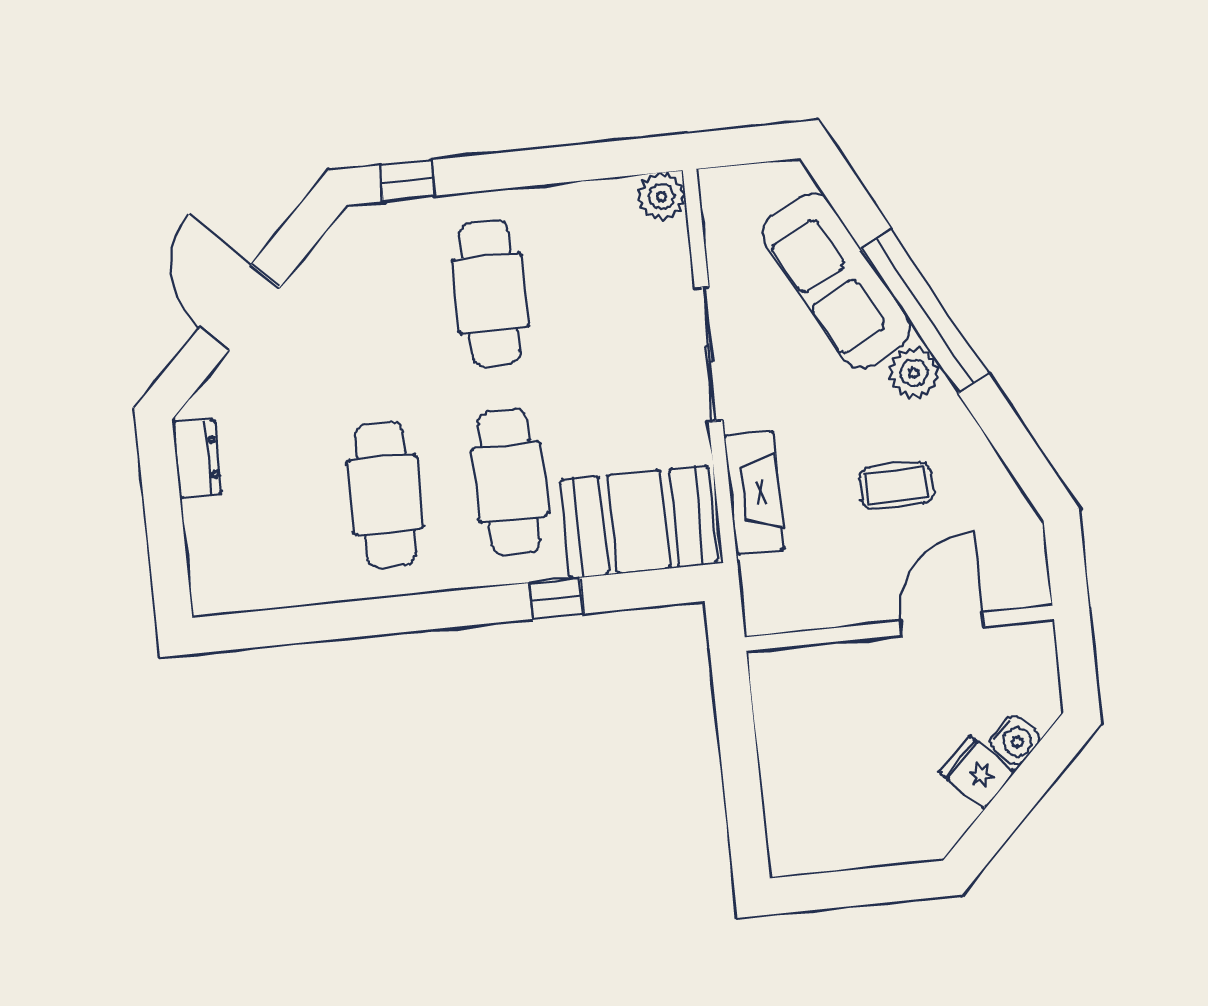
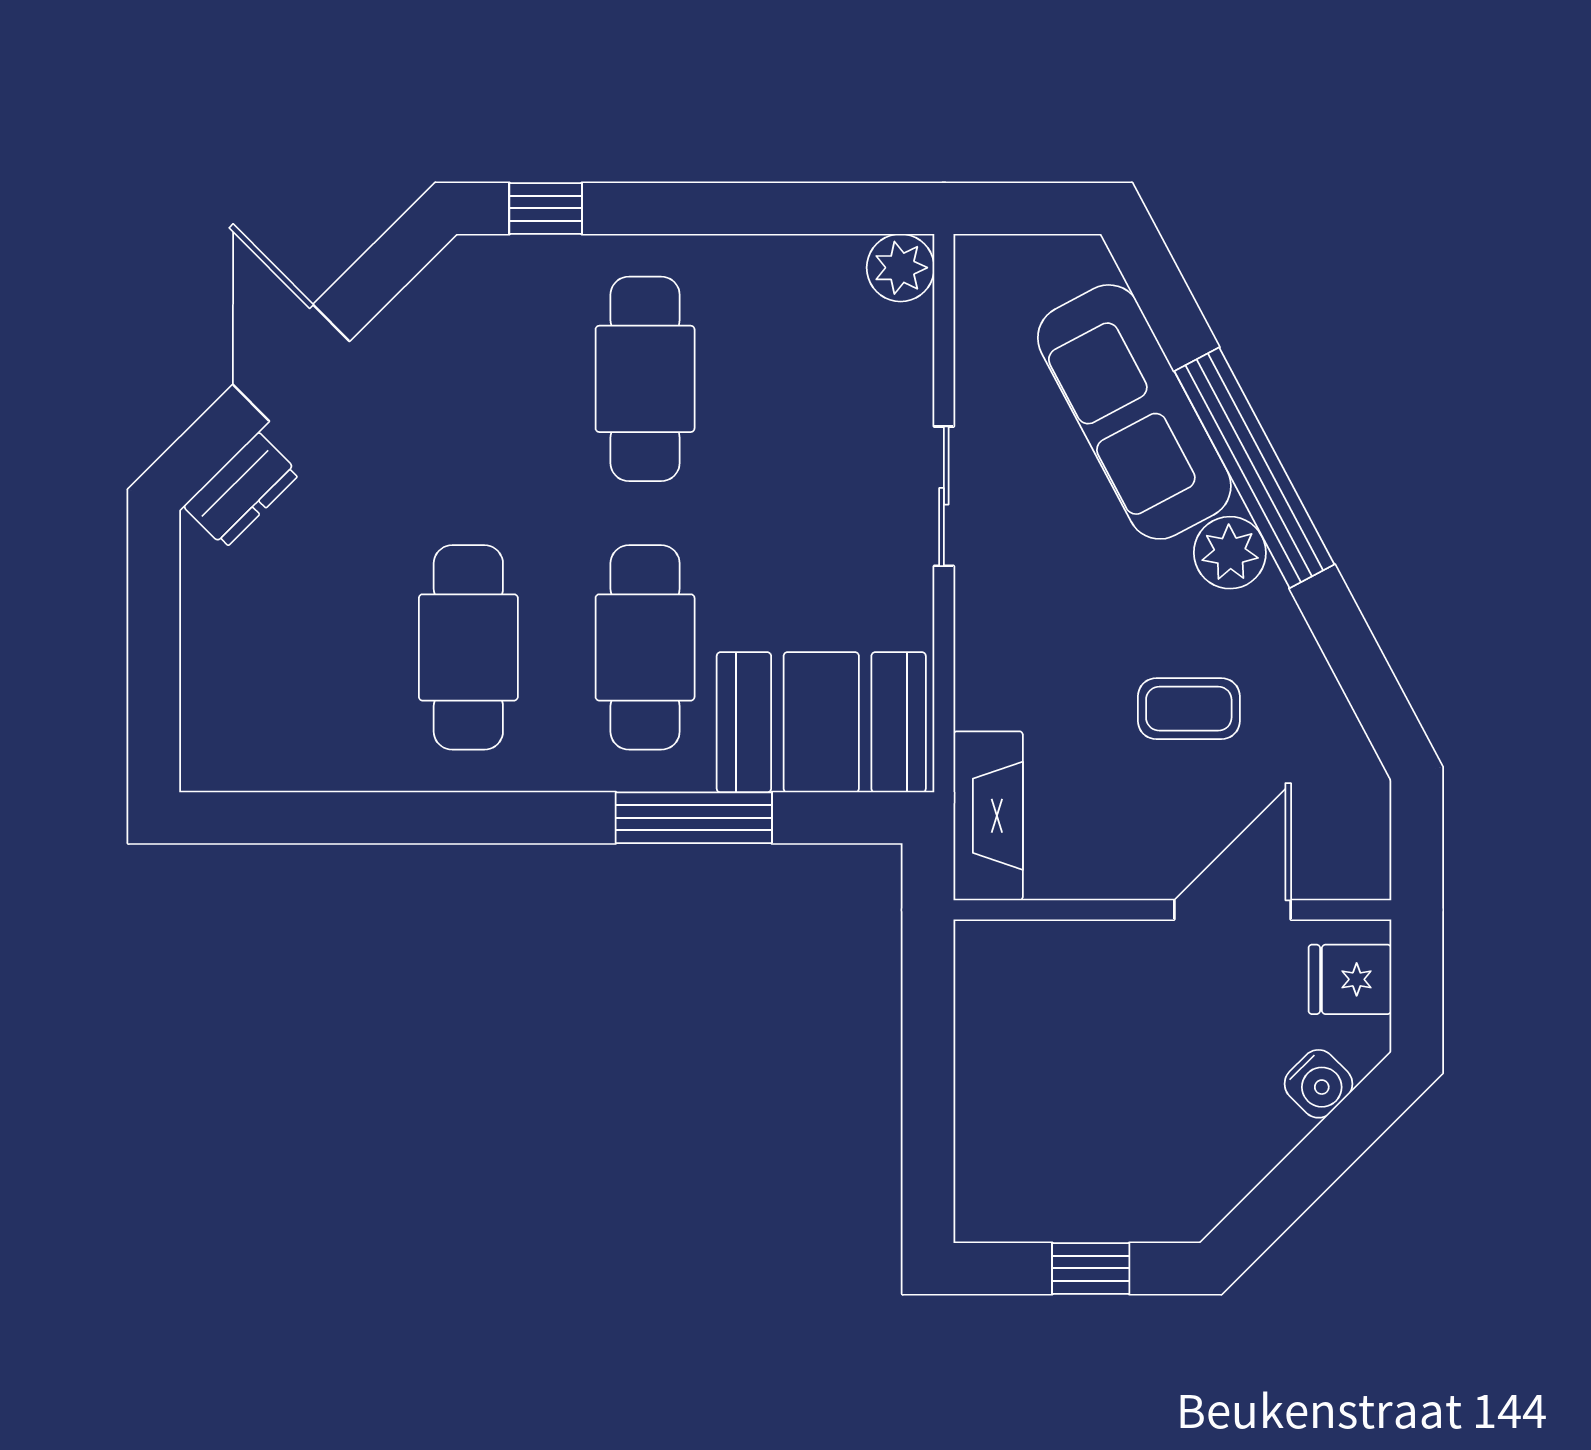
sliding door: (709, 354) -> (944, 496), width x0.73
dresser: (197, 459) -> (242, 490), moved, turned 45
fireplace: (754, 493) -> (988, 816), moved
window: (556, 598) -> (694, 818), width x2.17
fridge: (977, 772) -> (1350, 979), moved, turned -45
window: (868, 886) -> (1091, 1268), added

